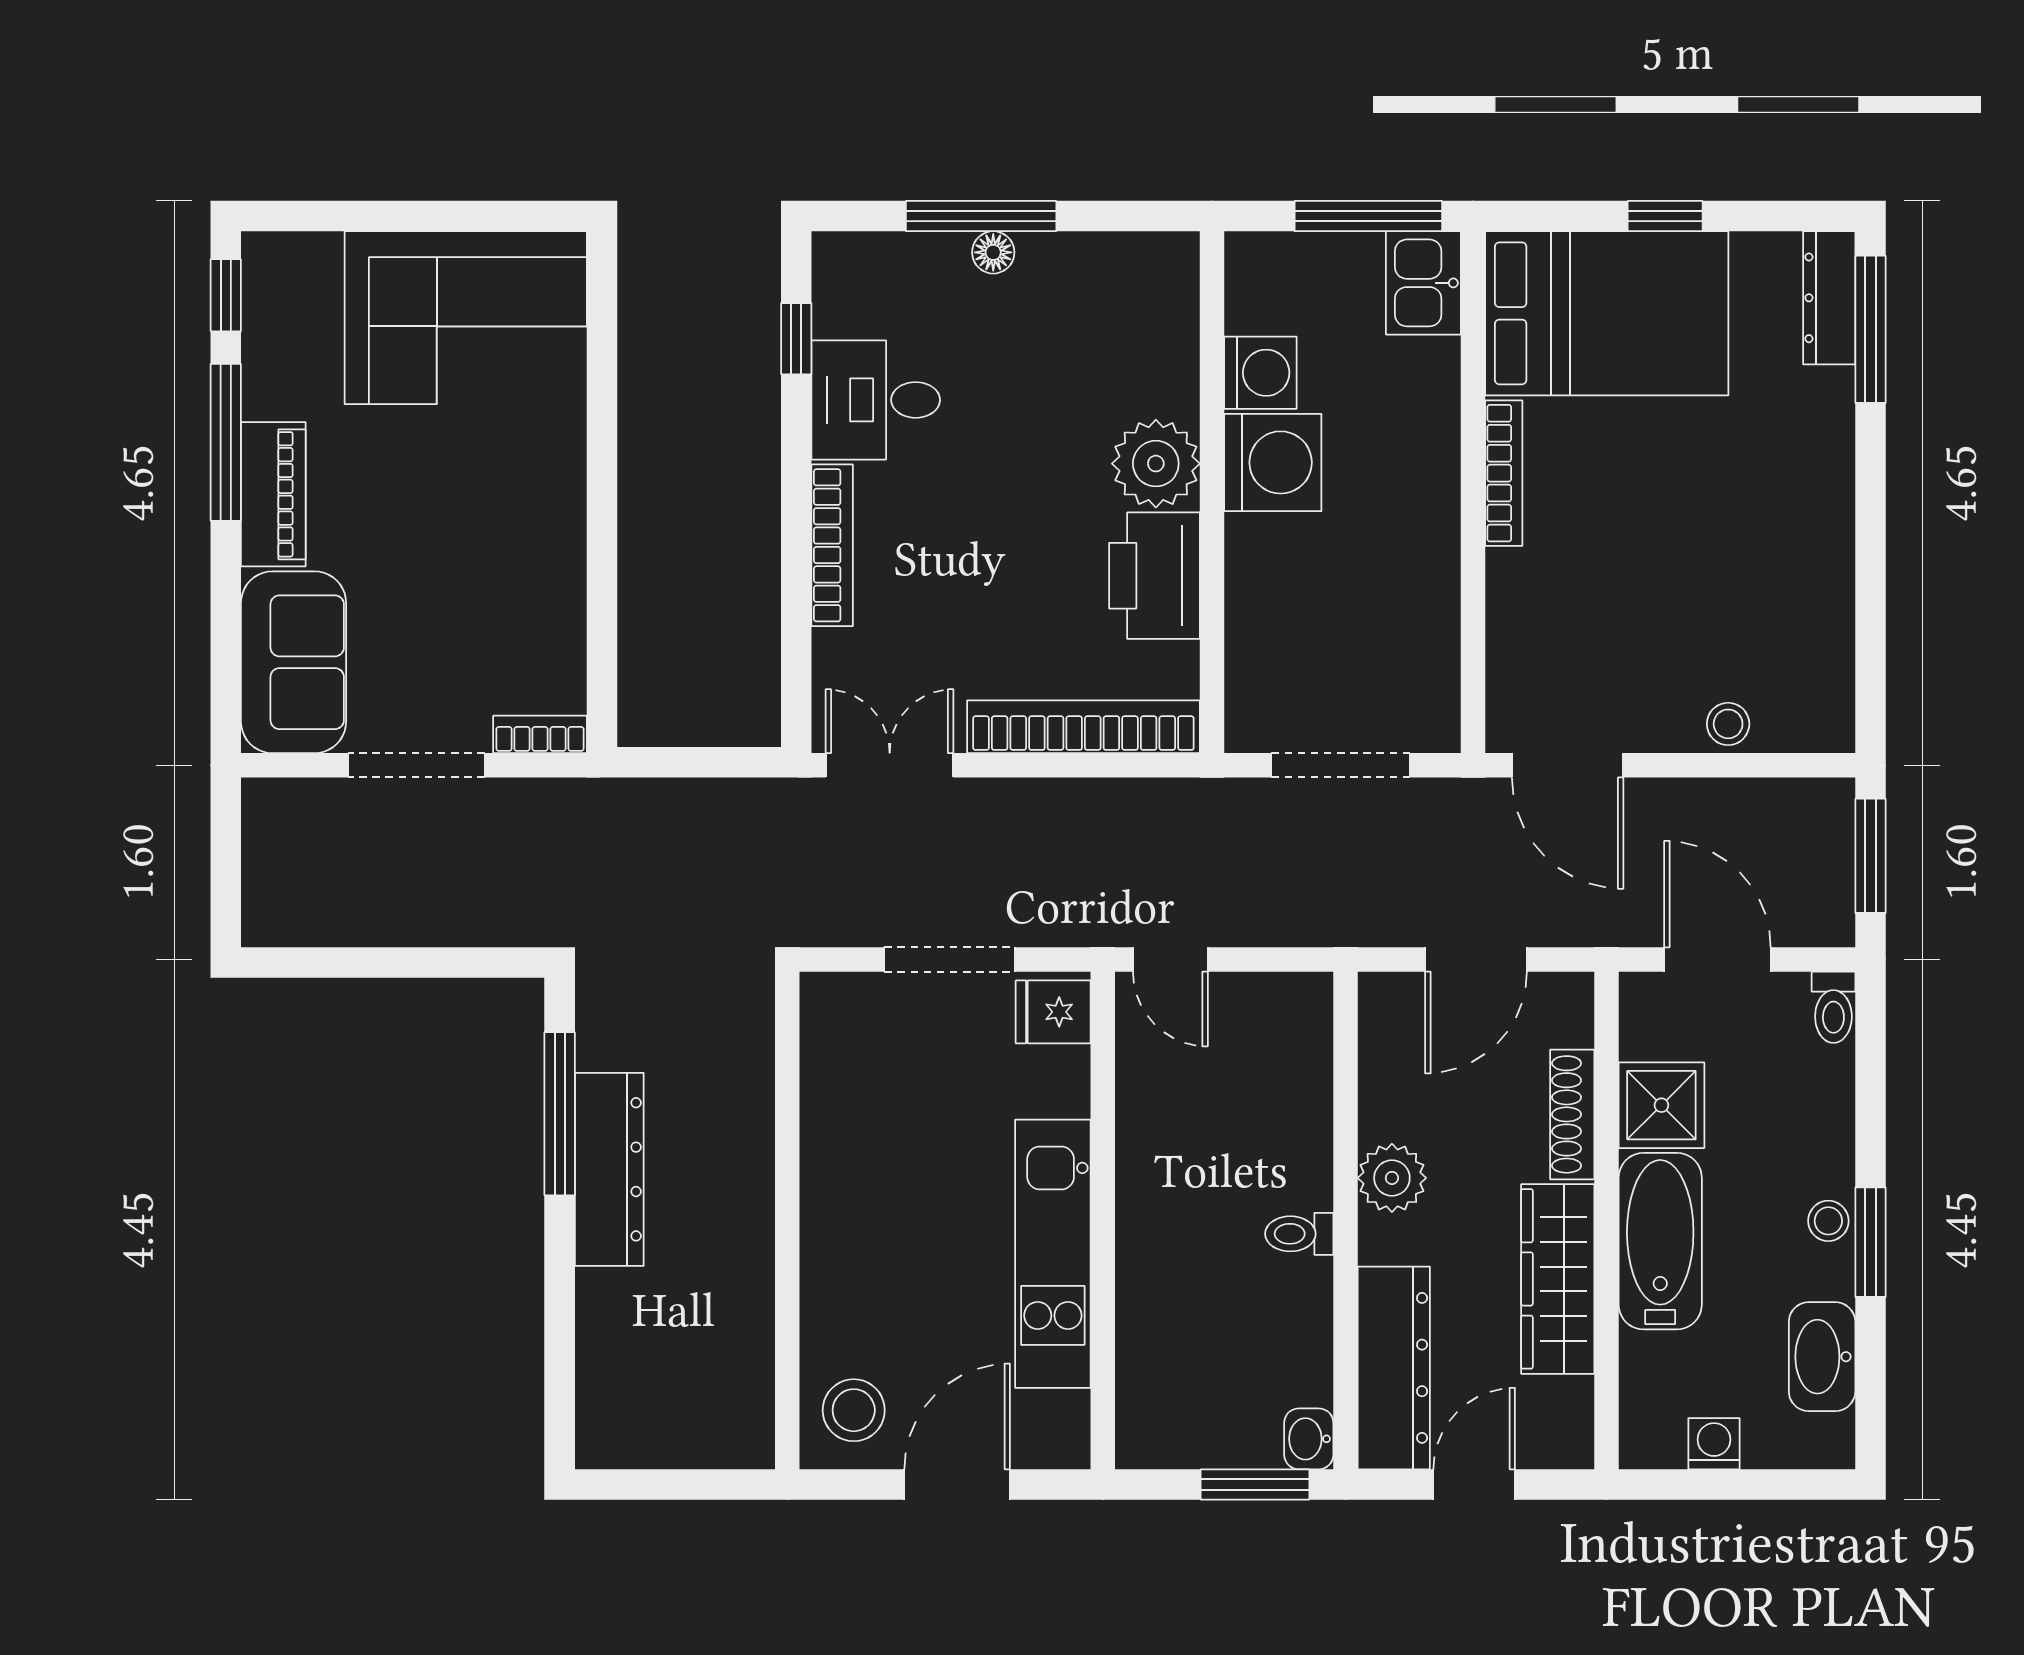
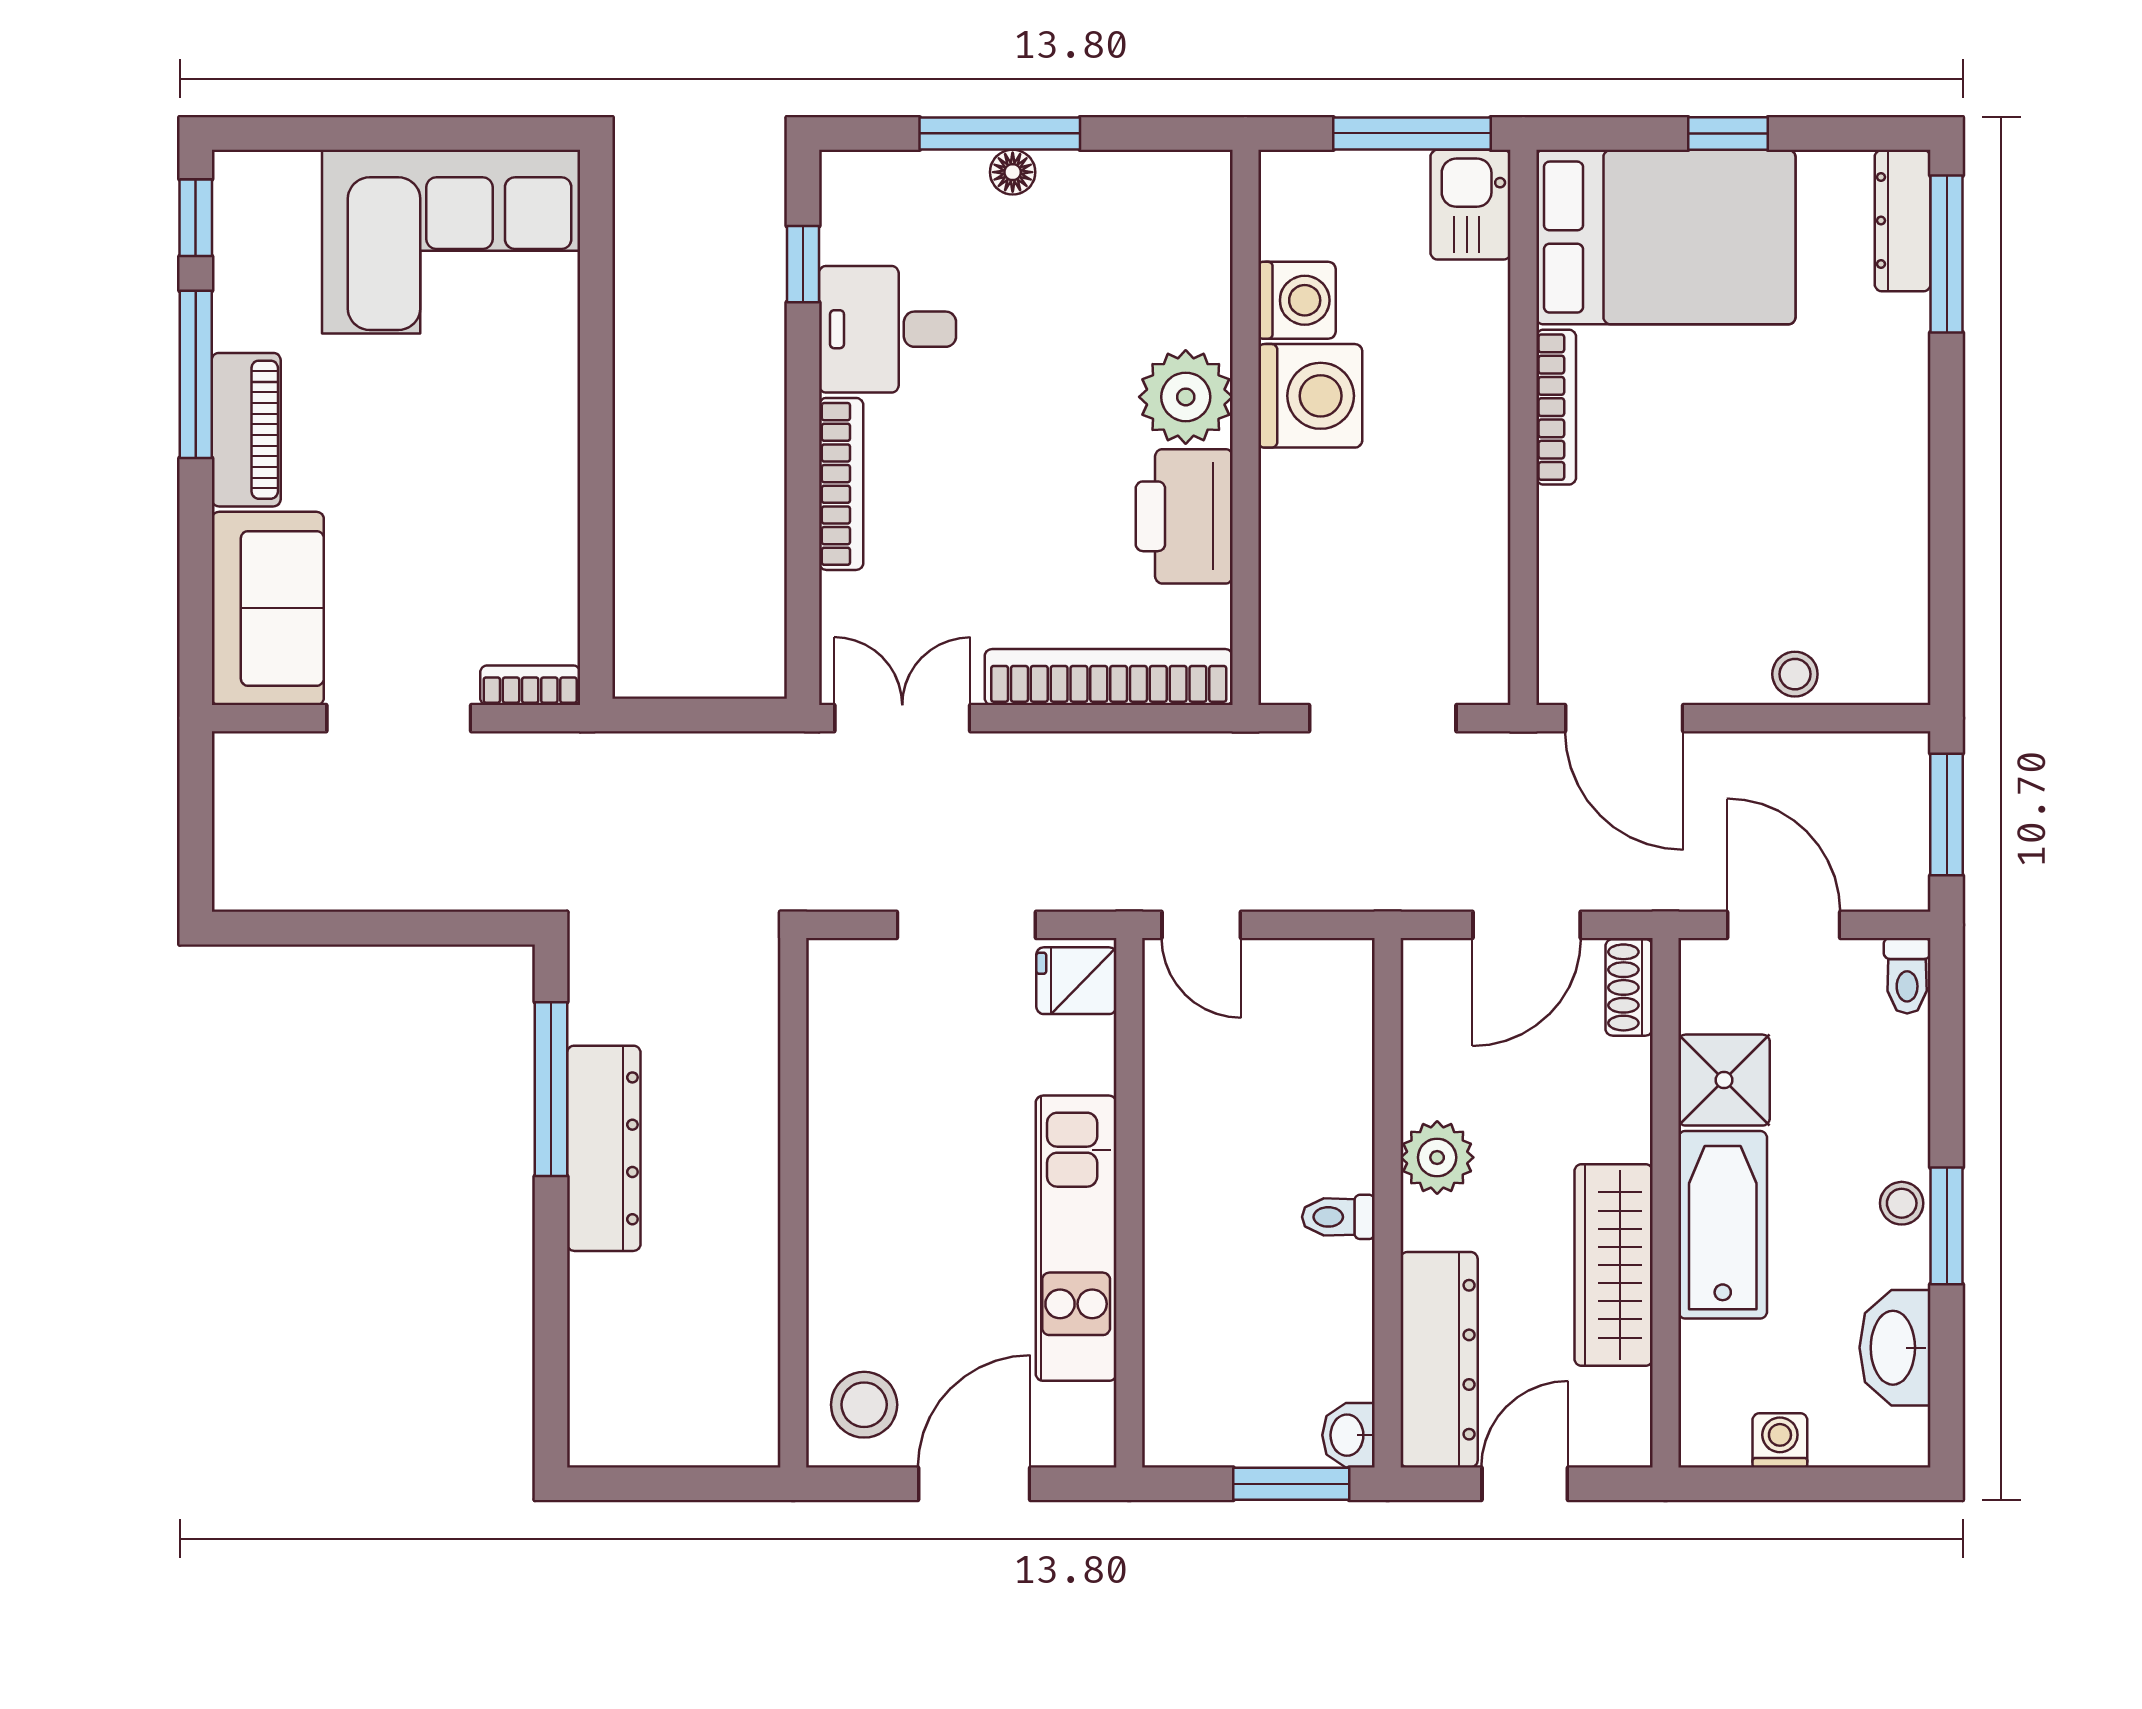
shoe rack: (1572, 1114) -> (1629, 987), moved, width x0.70

